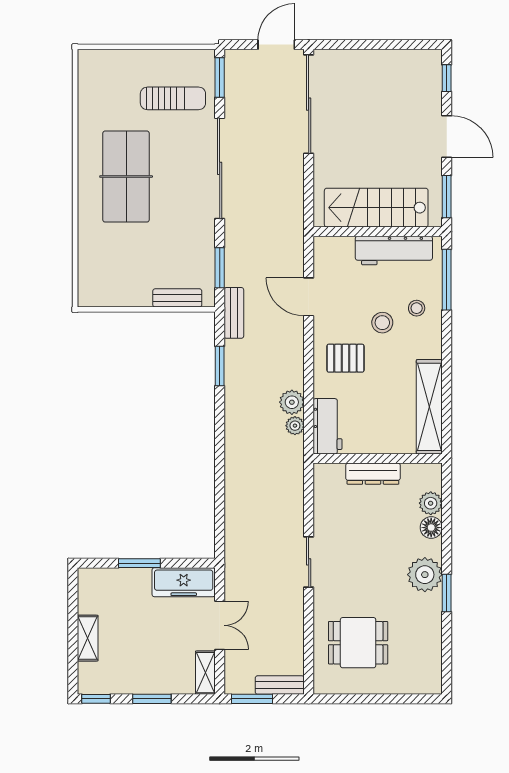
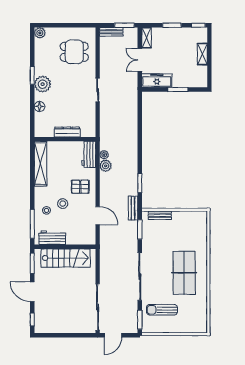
workbench: (394, 250) -> (52, 238), width x0.73
plant: (431, 503) -> (40, 33), moved

